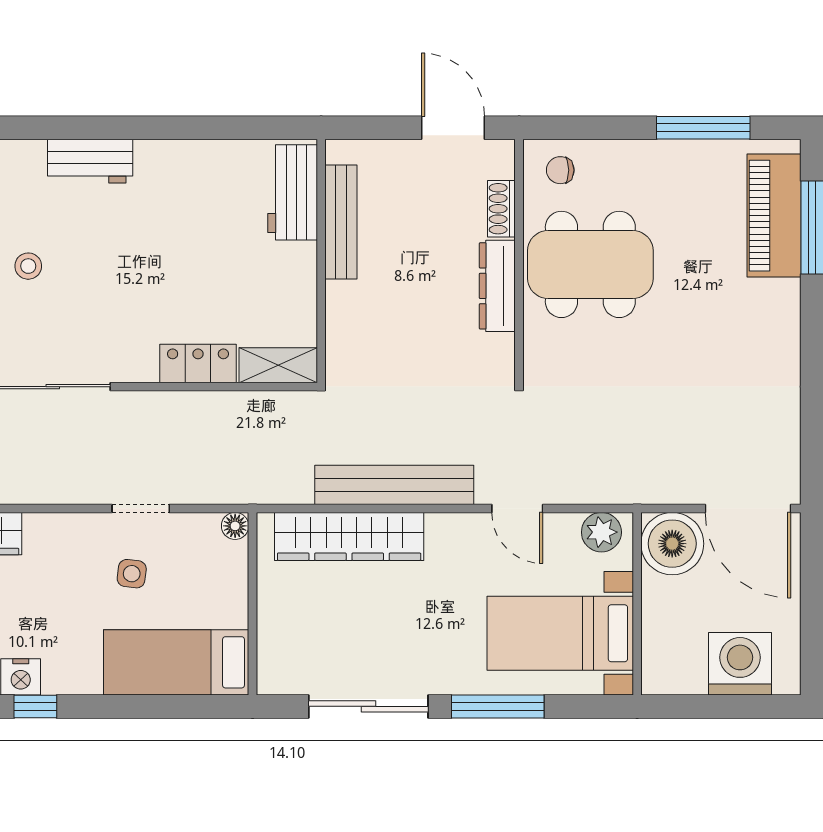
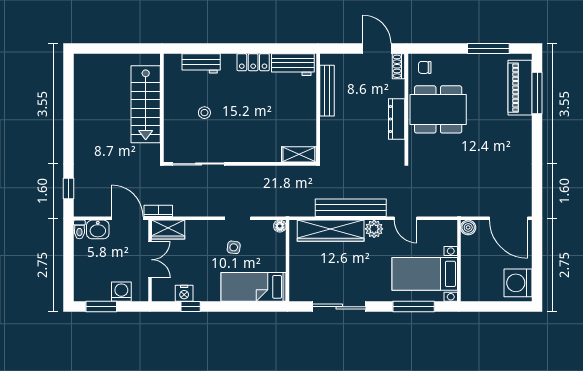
workbench: (90, 161) -> (201, 63), moved
workbench: (293, 192) -> (293, 65), moved, turned -90
shoe rack: (501, 209) -> (398, 66), moved
stool: (28, 266) -> (204, 113), moved
locker: (198, 364) -> (253, 62), moved, turned 180
plant: (601, 532) -> (374, 229), moved
boiler: (672, 544) -> (468, 227), width x0.54, depth x0.54
washing machine: (740, 664) -> (518, 283), moved, turned -90
window: (498, 706) -> (414, 307), moved

